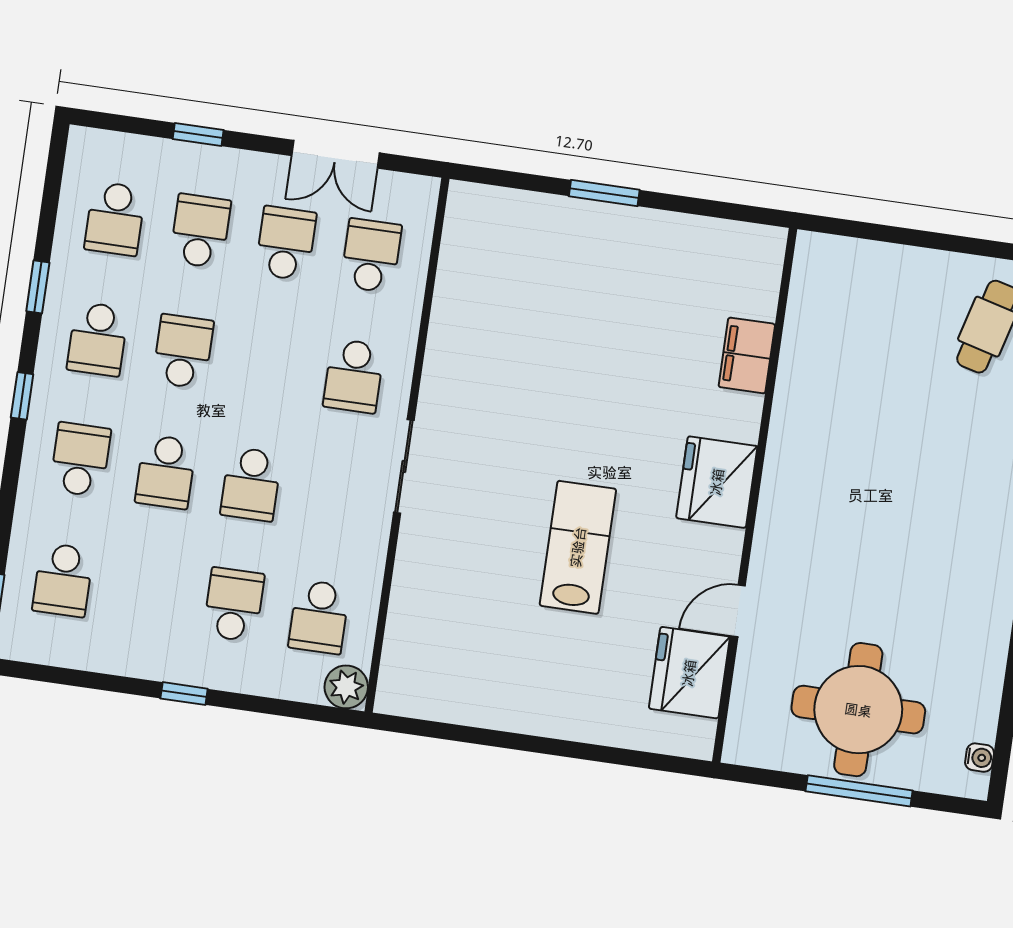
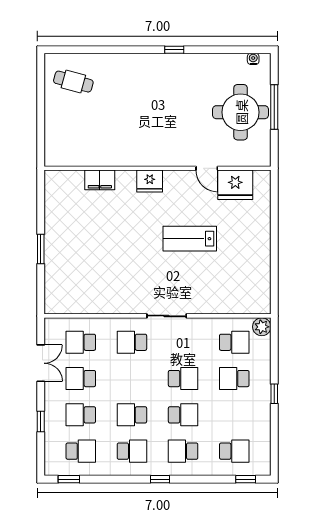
window: (38, 287) -> (69, 479), moved
school desk: (354, 376) -> (132, 342), turned 180
fridge: (717, 482) -> (150, 181), width x0.73, depth x0.75

